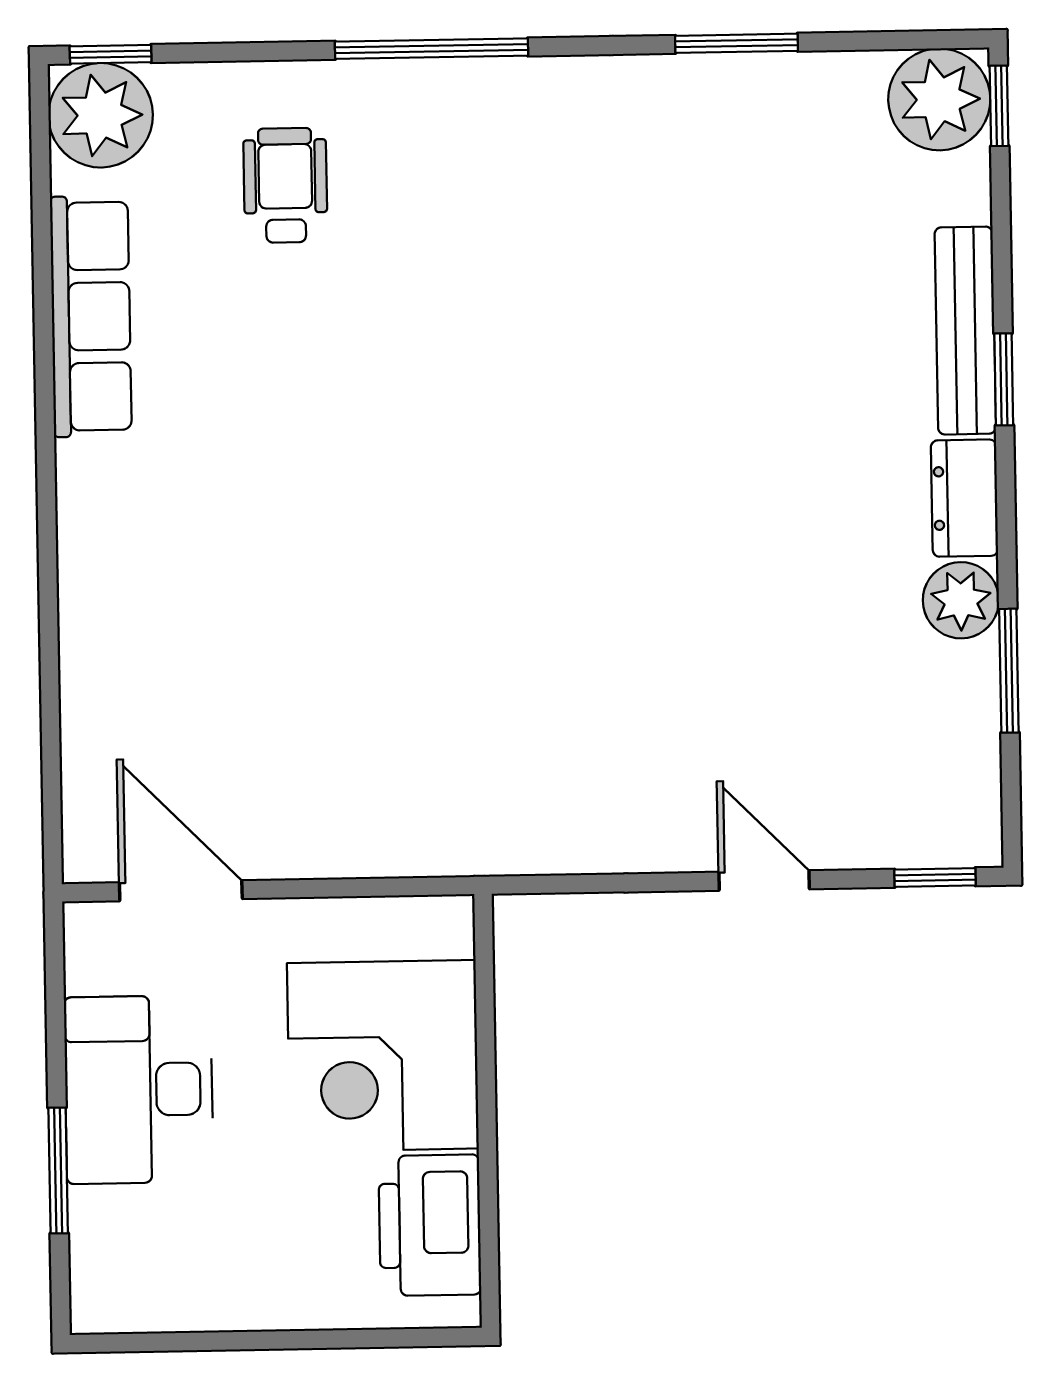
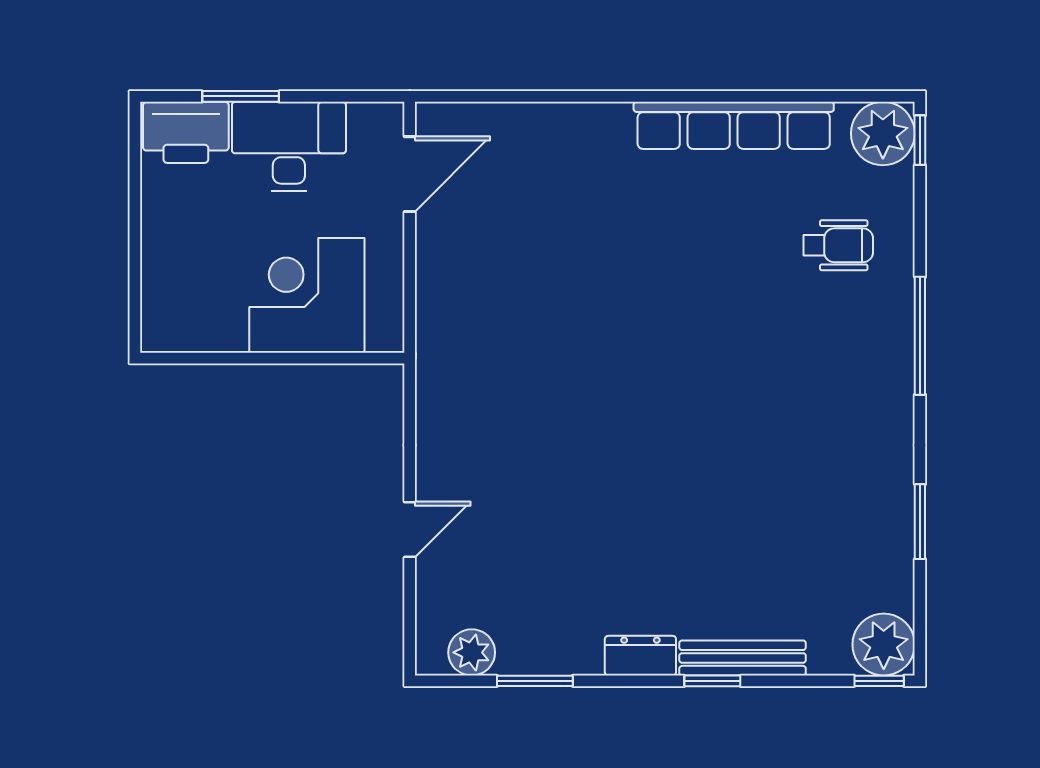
row of seats: (91, 316) -> (734, 125), width x1.36
plant: (961, 600) -> (472, 652), moved
window: (935, 878) -> (410, 634), removed
printer: (430, 1225) -> (186, 132), moved, turned 180

